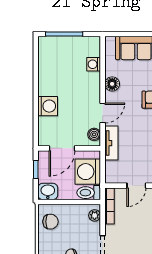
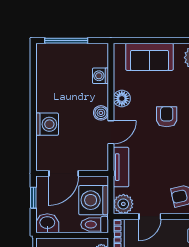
boiler: (94, 134) -> (101, 113), moved
plant: (113, 175) -> (123, 204), added

